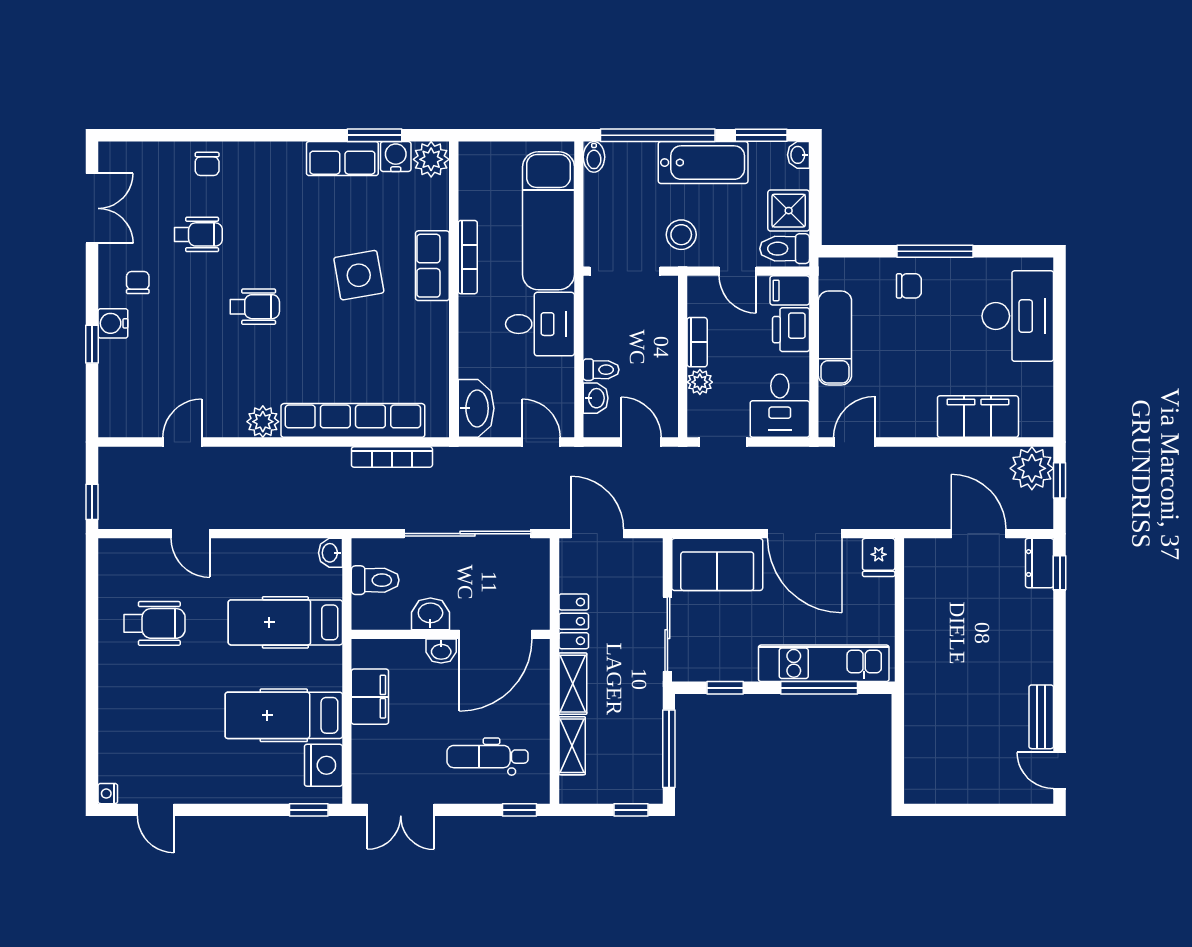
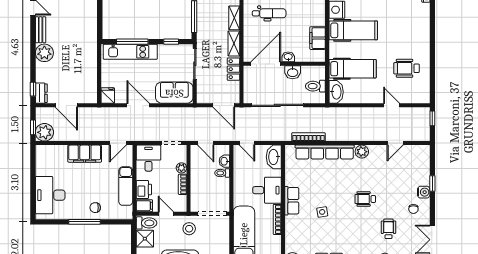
wheelchair: (198, 234) -> (388, 229), turned 90
row of seats: (432, 266) -> (292, 201), moved
side table: (359, 275) -> (322, 212), width x0.54, depth x0.54
desk: (540, 324) -> (267, 190), moved, turned 180
filing cabinet: (978, 417) -> (85, 154), moved
door: (805, 534) -> (138, 105), width x0.73
washbasin: (330, 553) -> (336, 92), width x1.91, depth x1.45
plant: (1032, 661) -> (44, 53), added

